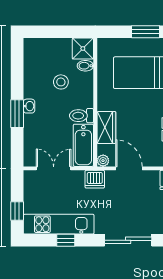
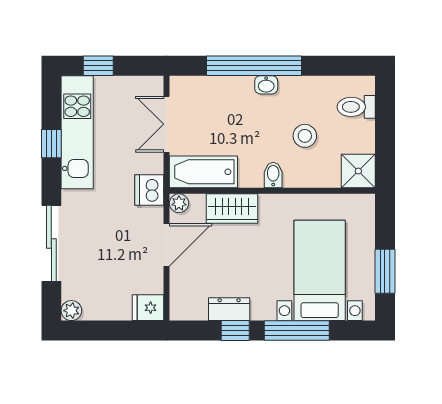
bidet: (85, 66) -> (273, 175), moved
window: (17, 114) -> (254, 66), width x2.11
toilet: (81, 116) -> (356, 107), moved, turned -90
double door: (54, 168) -> (167, 124), swing flipped

